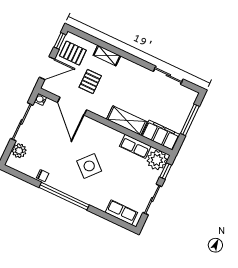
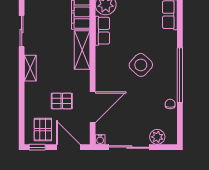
shelving: (107, 55) -> (30, 68), moved

